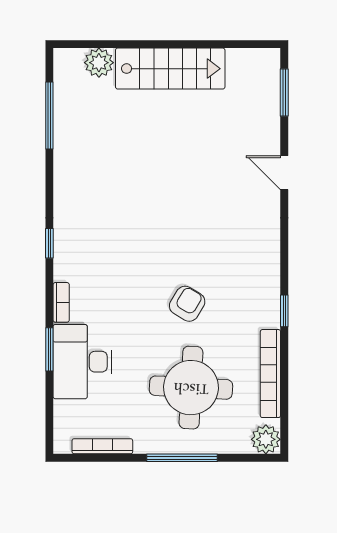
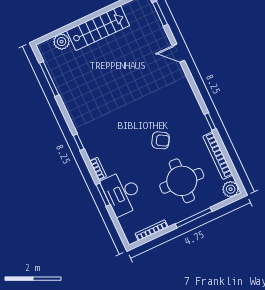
armchair: (187, 304) -> (161, 140), turned 89

